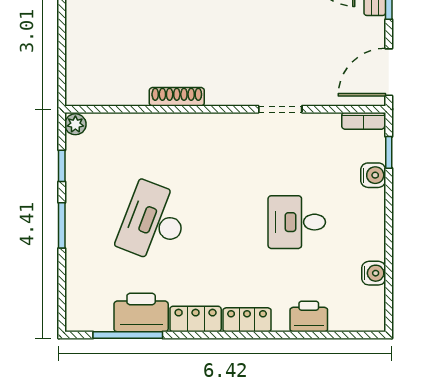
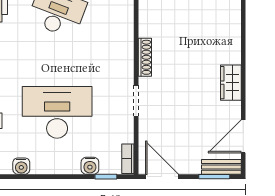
shoe rack: (177, 97) -> (145, 57), moved
desk: (297, 222) -> (57, 112), width x1.87, depth x1.30

